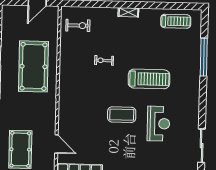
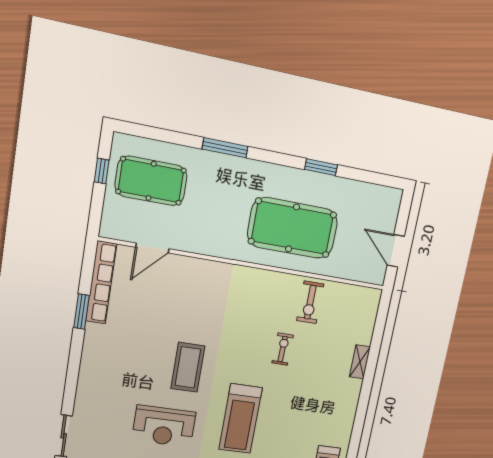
shelving: (128, 12) -> (360, 362), moved
exercise bike: (78, 25) -> (310, 302), moved

